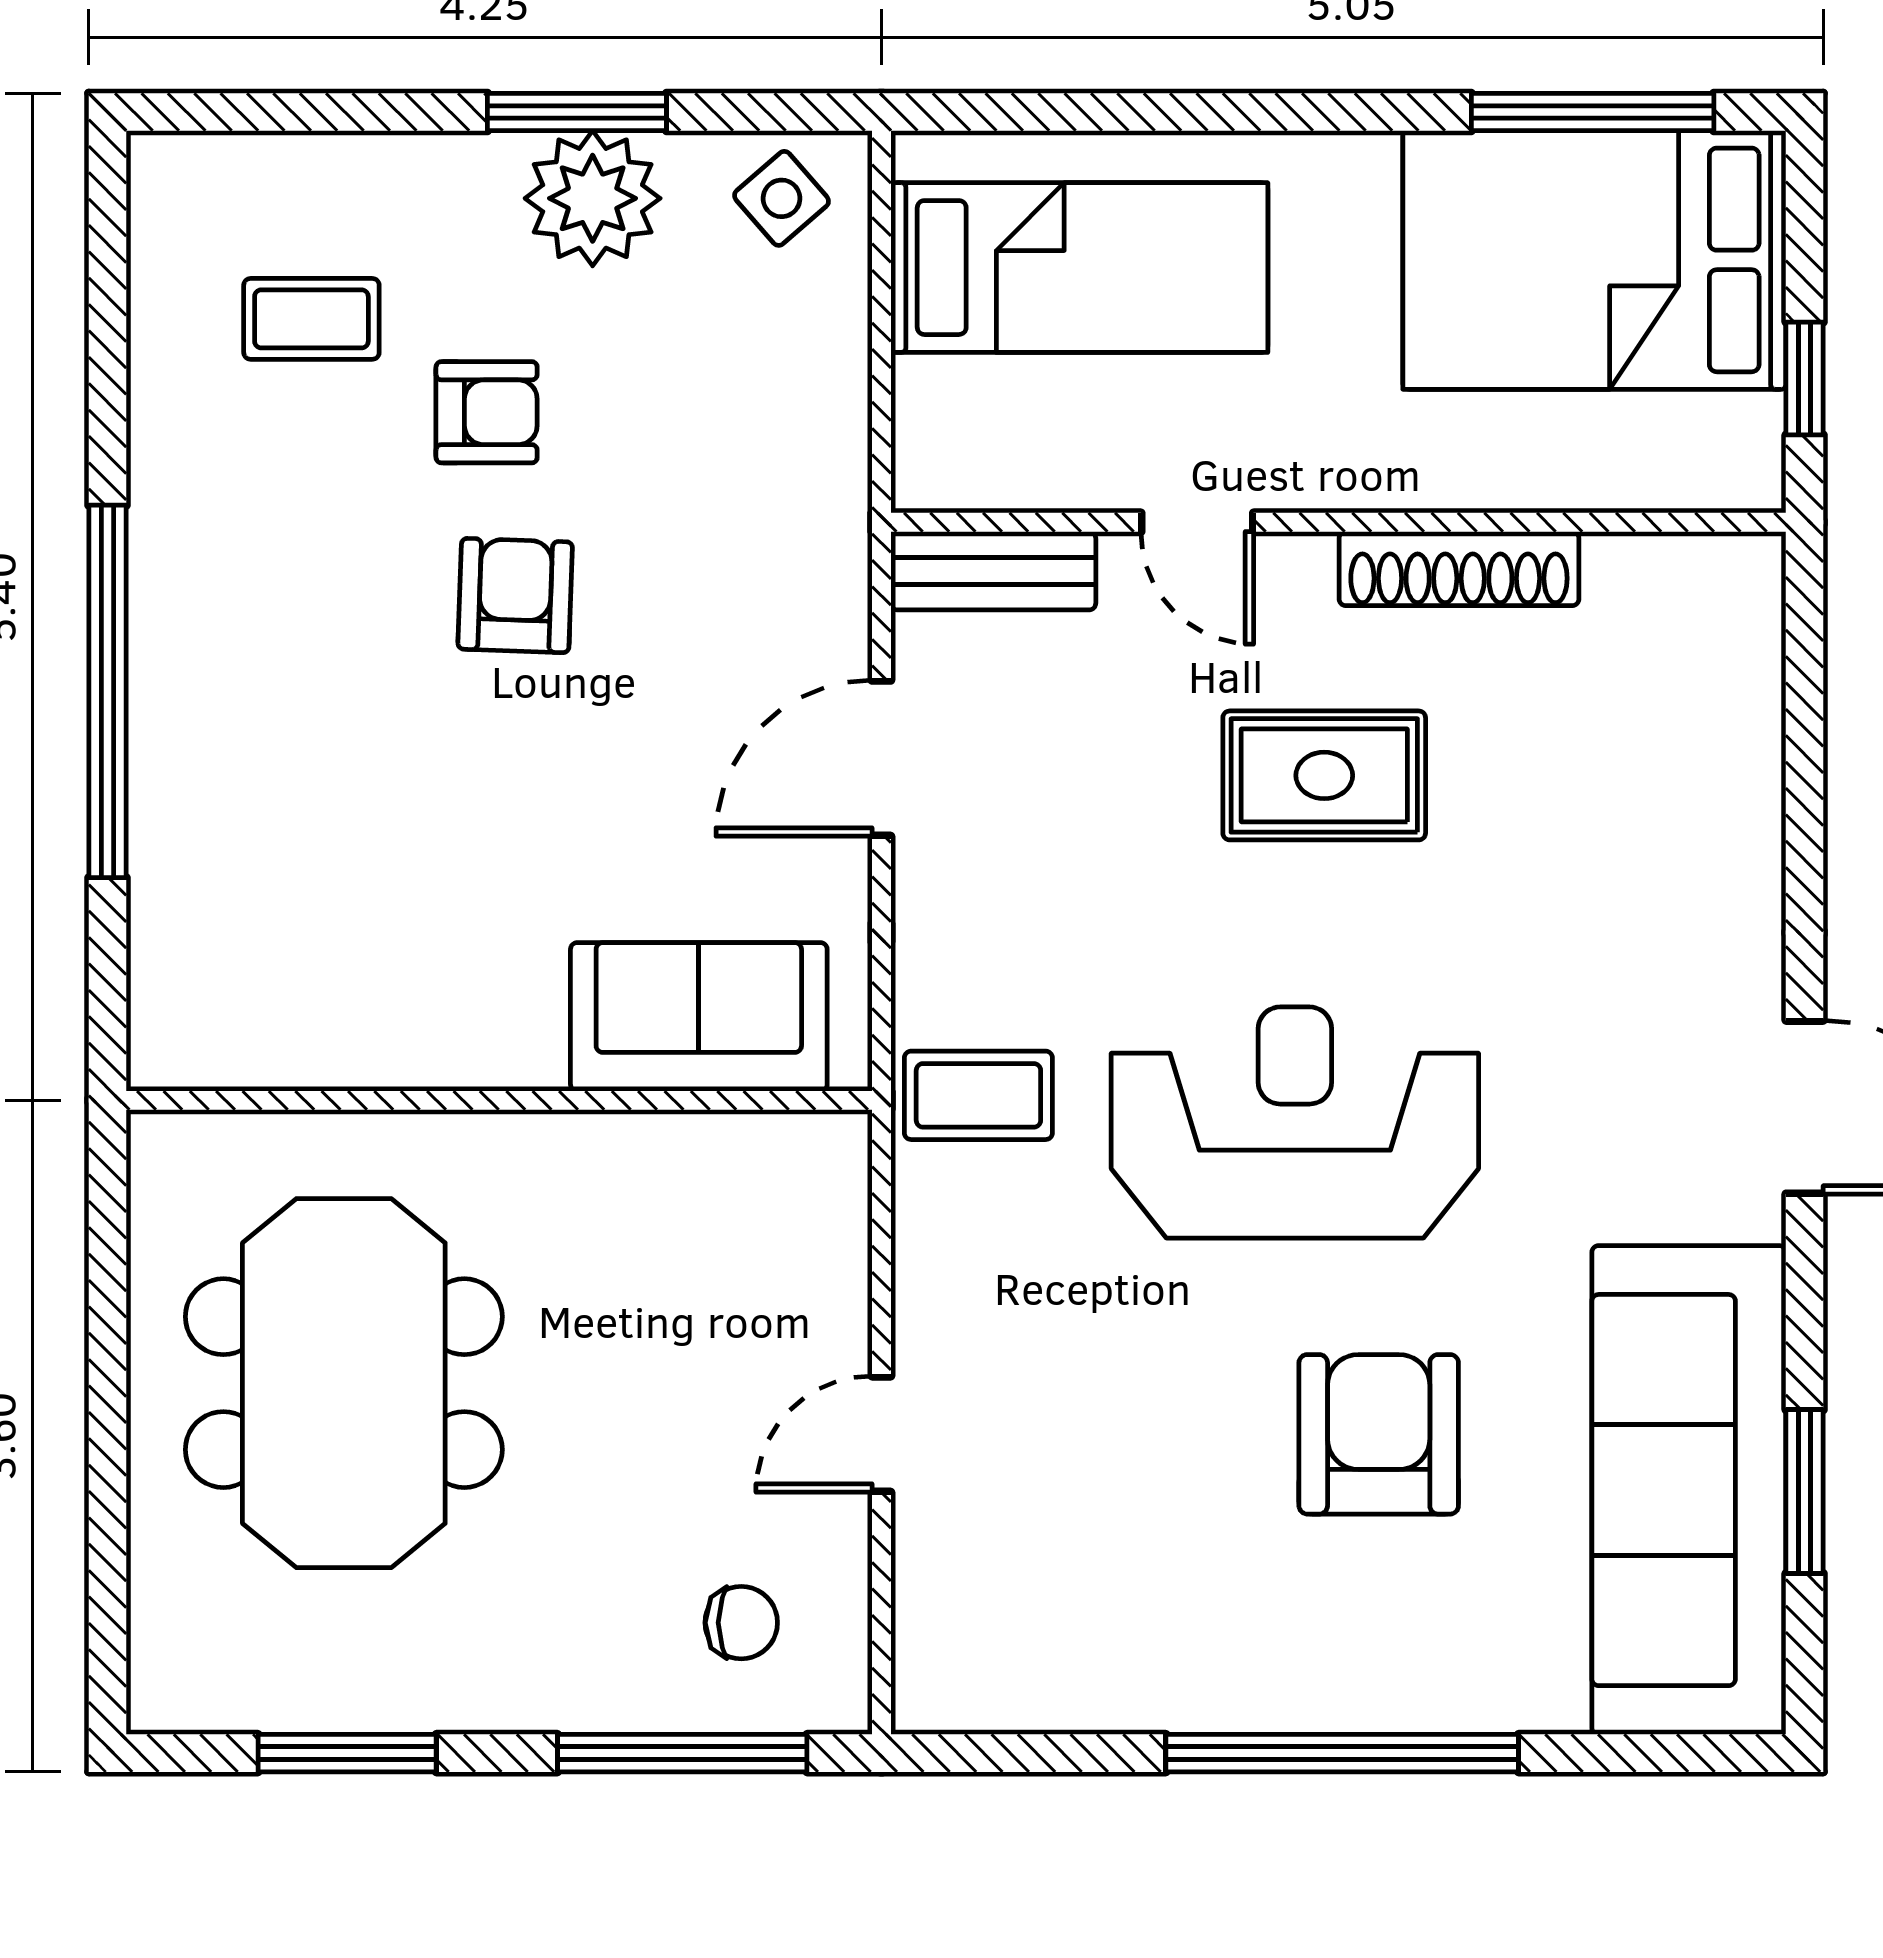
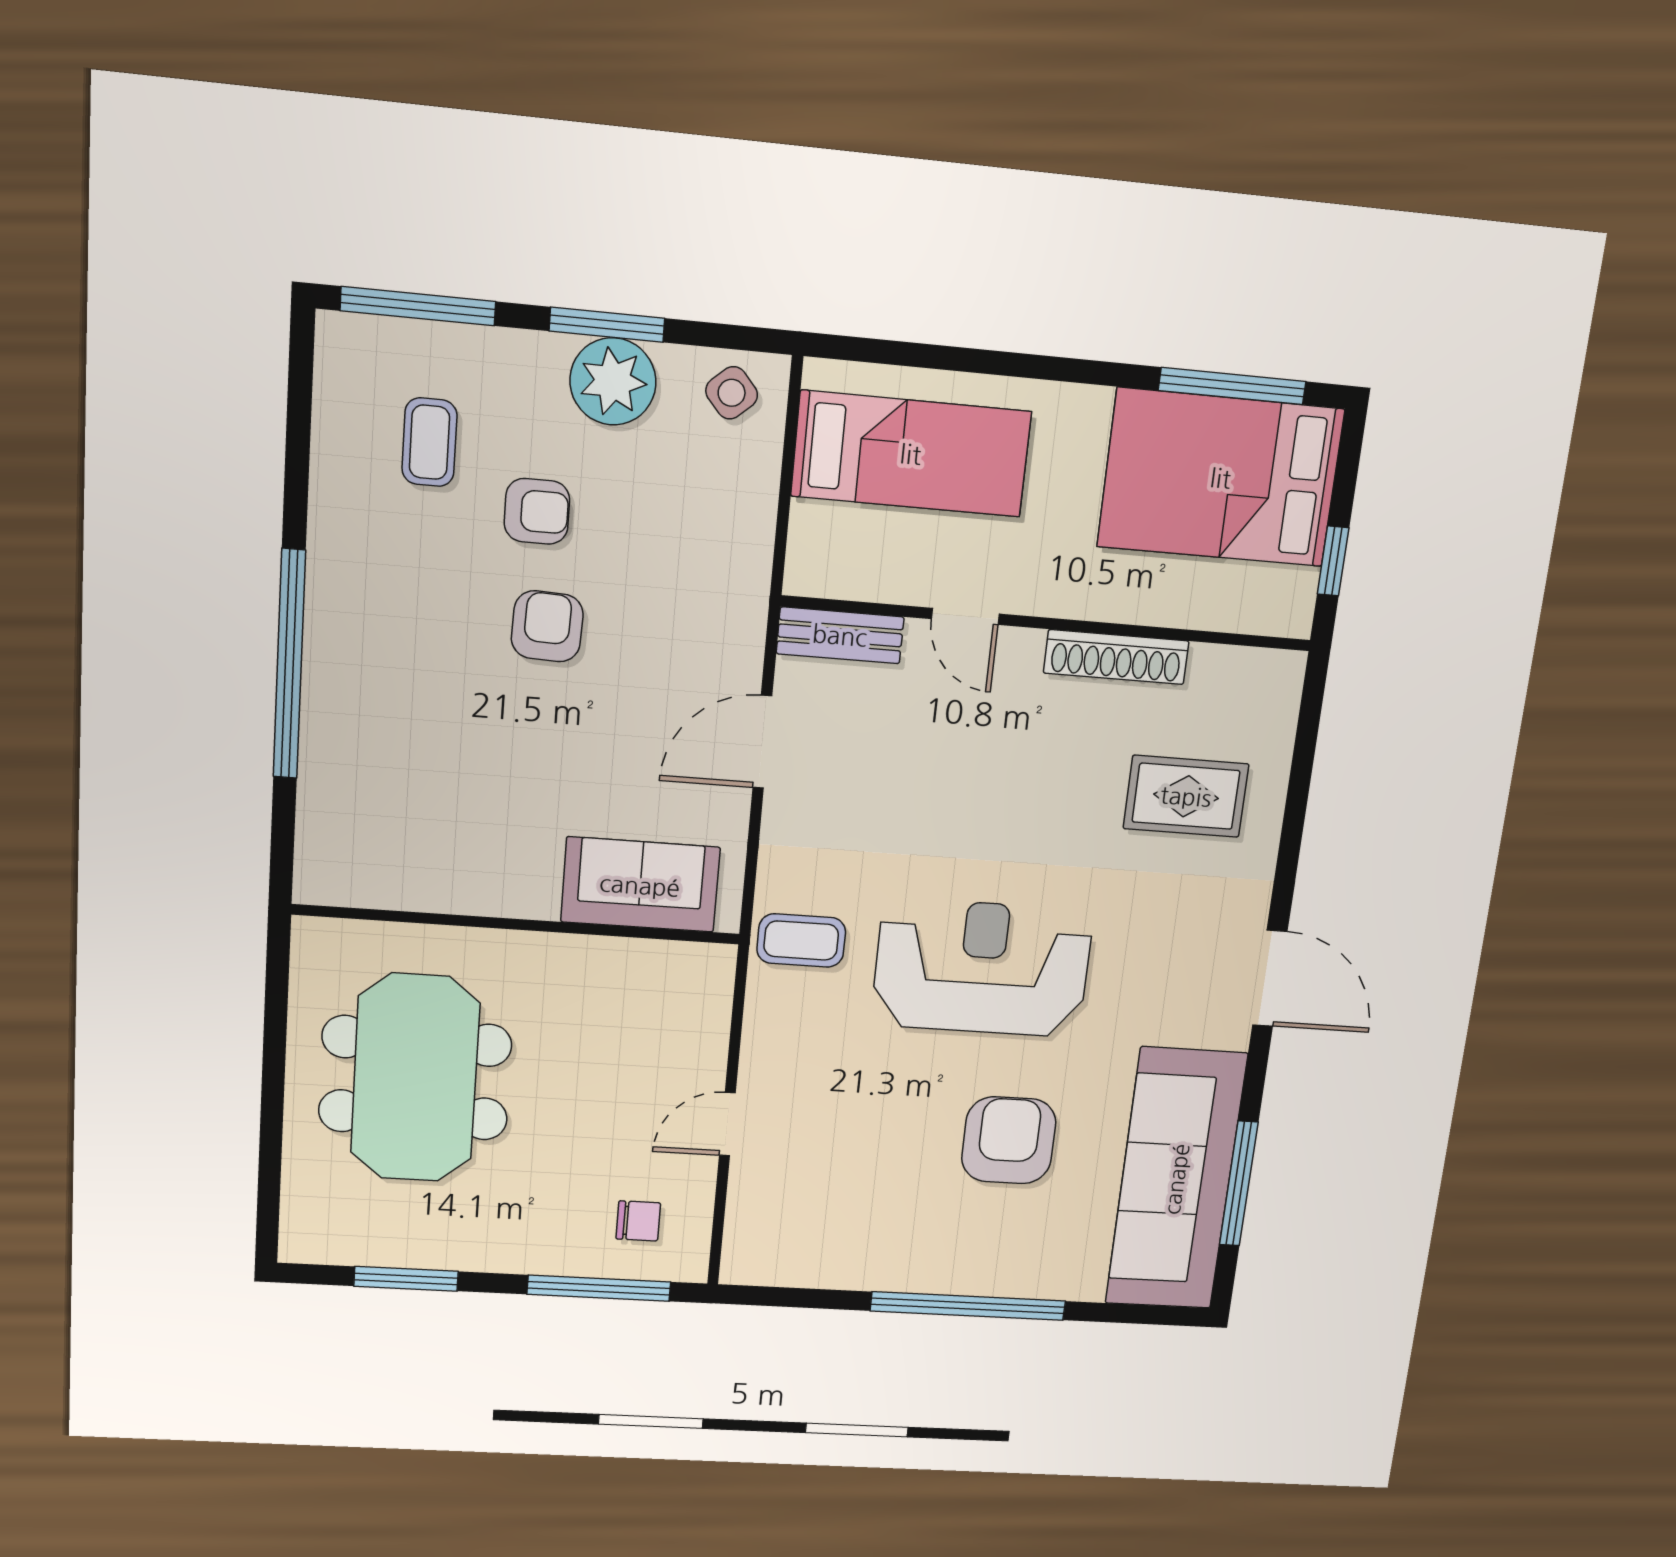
window: (283, 112) -> (418, 306), added
coffee table: (311, 319) -> (429, 442), turned 90
rug: (1324, 775) -> (1186, 796), moved
window: (1805, 1492) -> (1239, 1184), width x1.44

